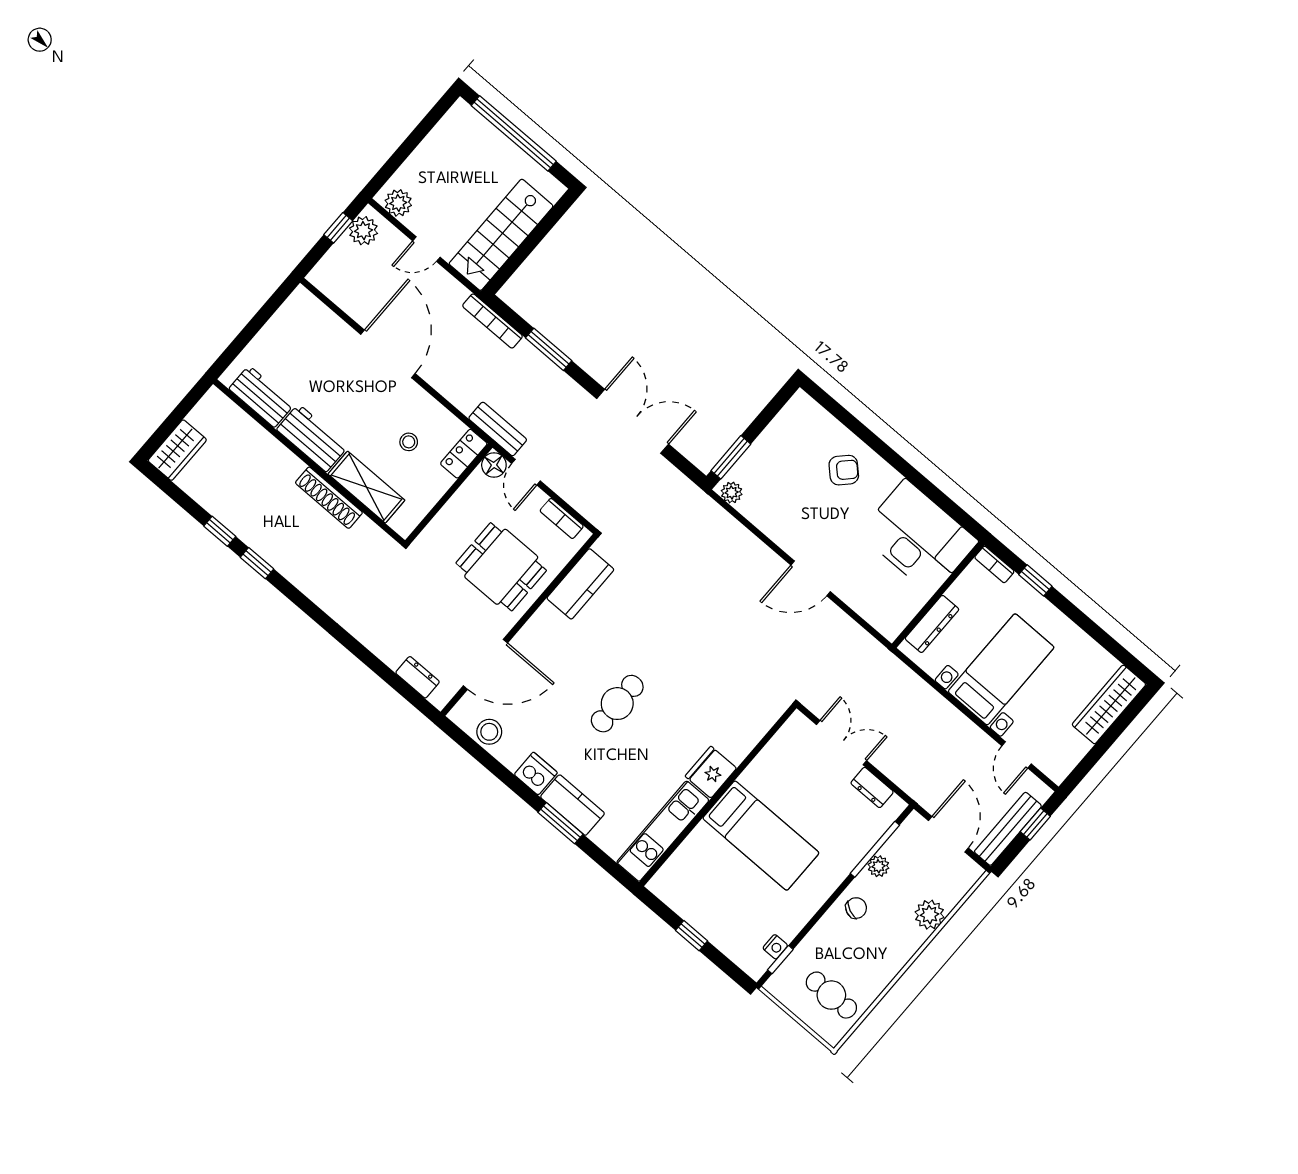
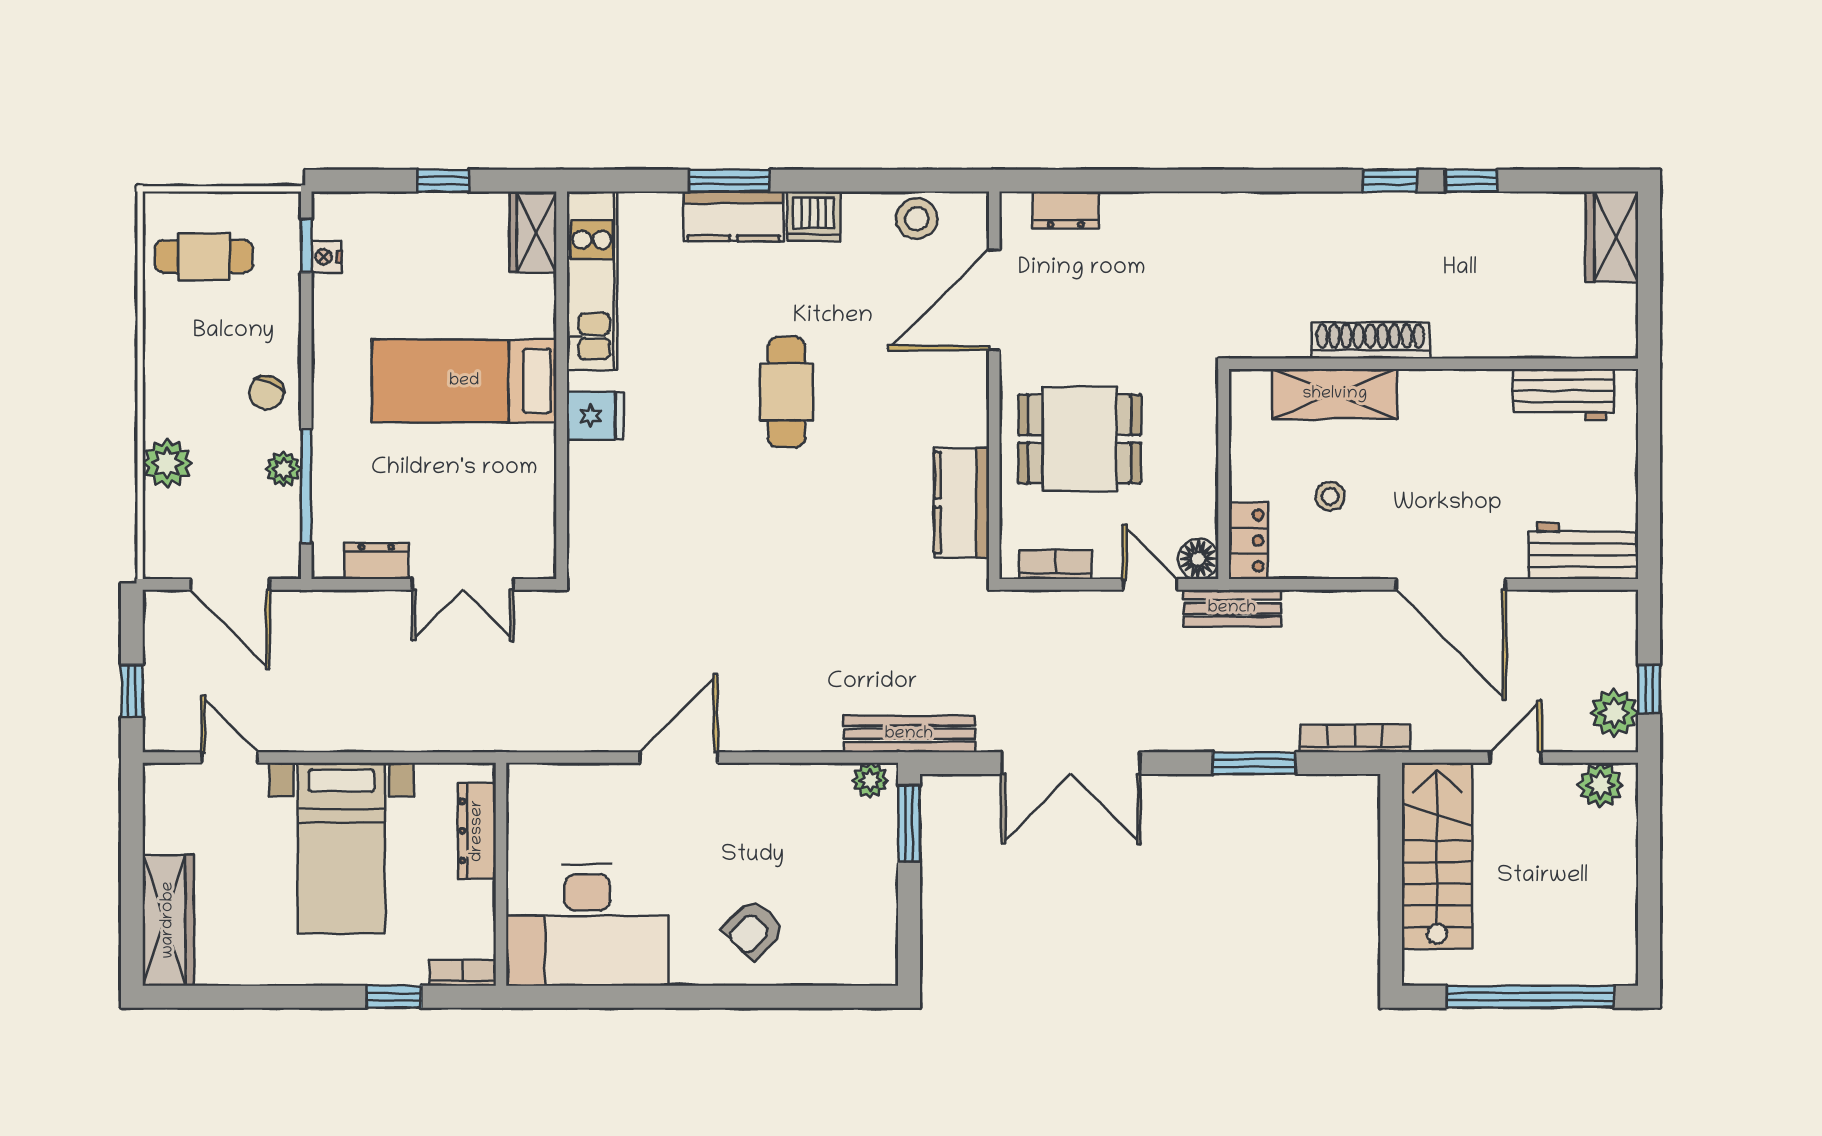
workbench: (312, 438) -> (1583, 551), moved, turned 180
fridge: (711, 772) -> (595, 416), width x0.72
bench: (1008, 829) -> (909, 734), moved, turned 90
wardrobe: (671, 877) -> (533, 232), added

